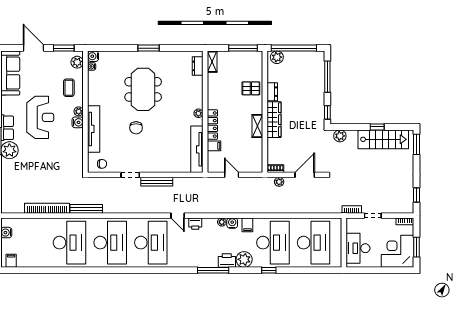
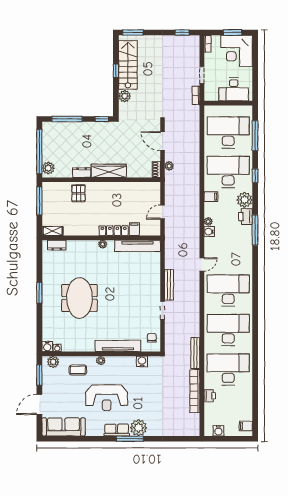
meeting table: (143, 89) -> (79, 298), turned 90
reception desk: (40, 117) -> (107, 398), turned 180
water cooler: (78, 122) -> (142, 361), moved
shelving: (257, 126) -> (115, 187), removed
chair: (136, 128) -> (117, 305), removed
plant: (340, 136) -> (125, 96), moved
water cooler: (232, 223) -> (209, 232), moved
printer: (195, 224) -> (210, 396), moved
window: (310, 270) -> (255, 136), added

